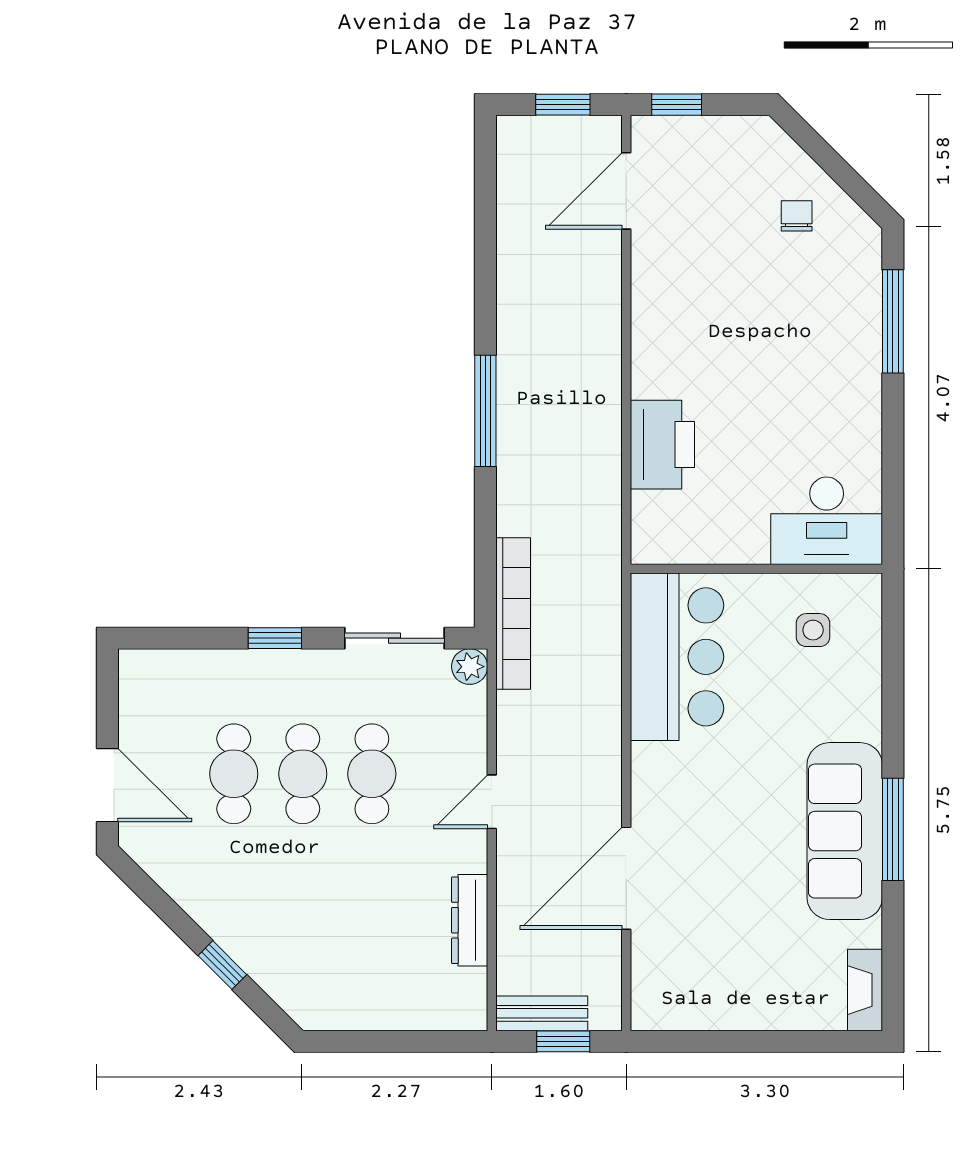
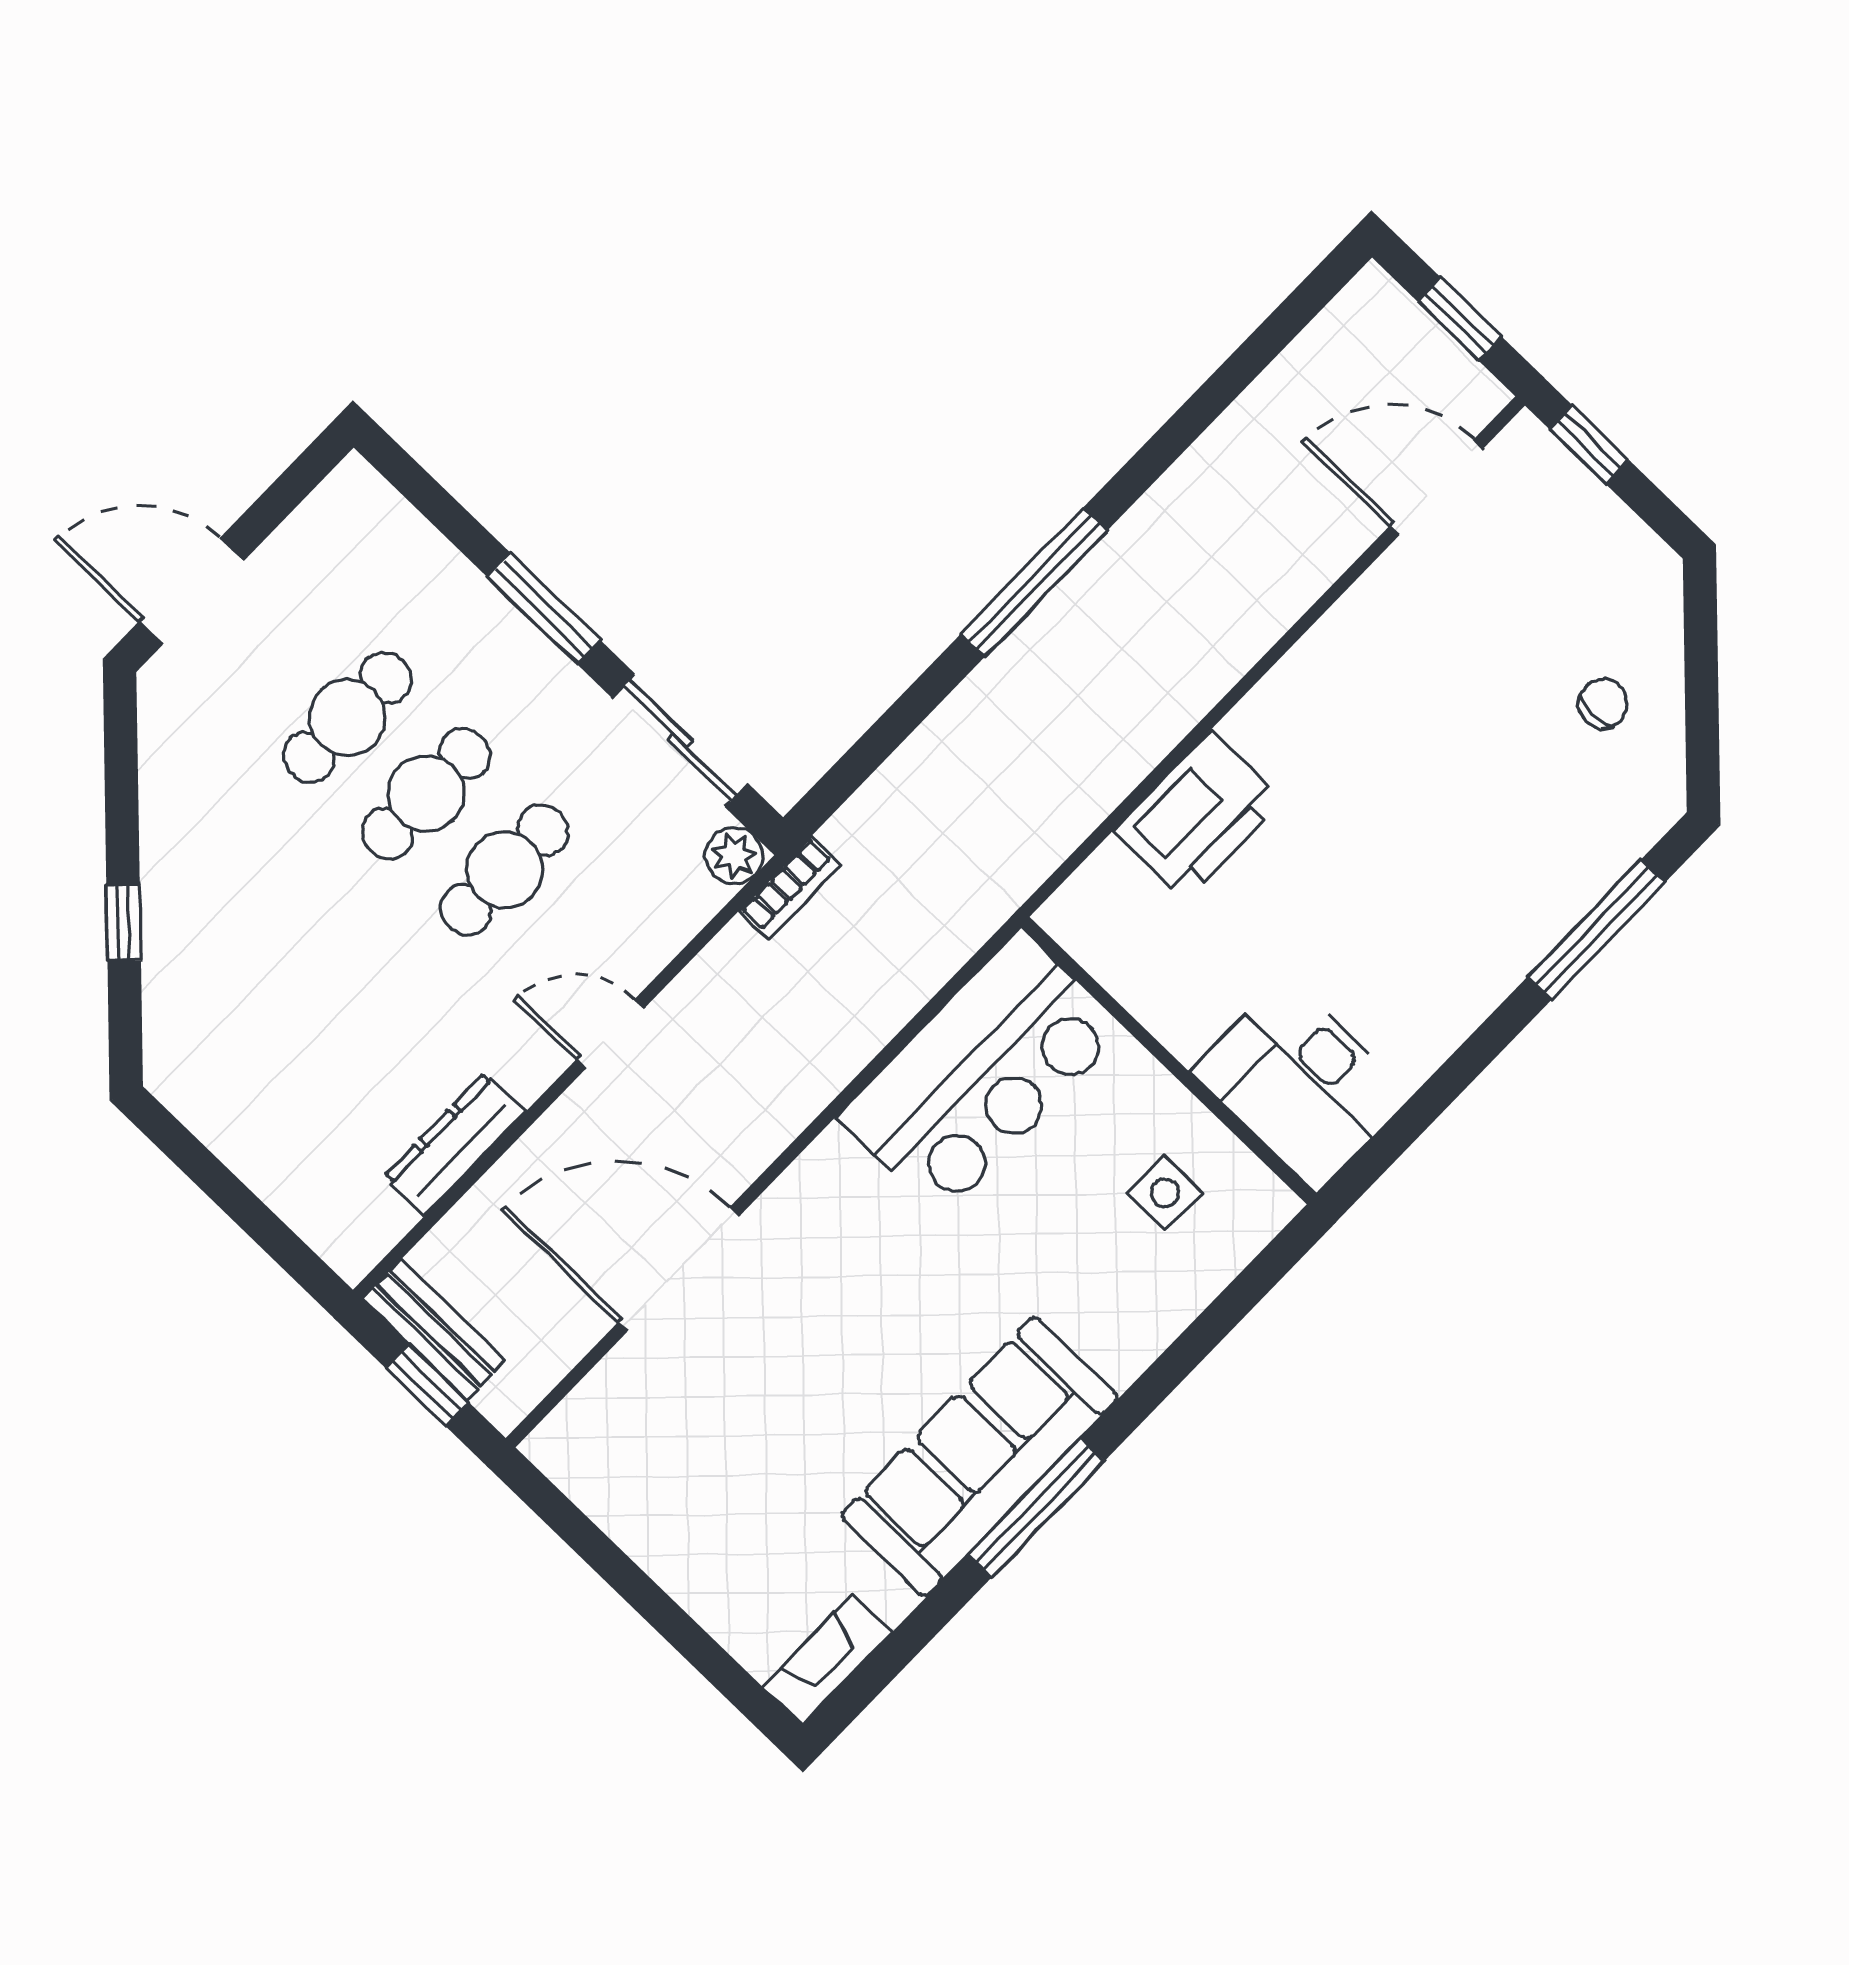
bookcase: (513, 614) -> (790, 888), width x0.43, depth x0.76
window: (275, 638) -> (544, 609), width x1.50
door: (107, 785) -> (191, 591), swing flipped

